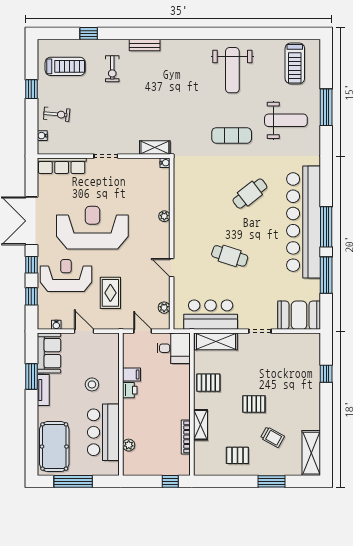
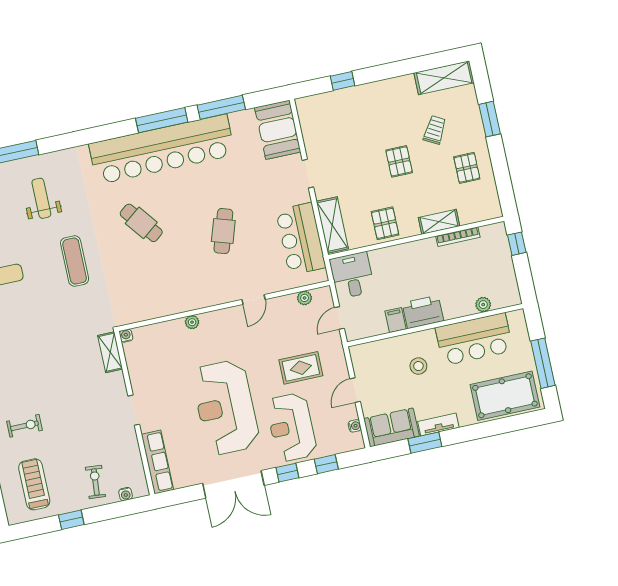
weight bench: (286, 120) -> (41, 198), width x0.73, depth x0.75
printer: (130, 390) -> (423, 312), width x1.87, depth x1.48

